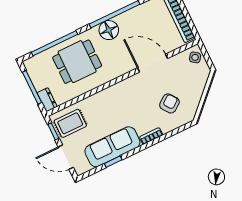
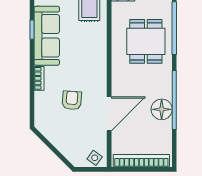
floor lamp: (109, 30) -> (162, 109), moved
armchair: (169, 103) -> (72, 100), moved, turned -140

